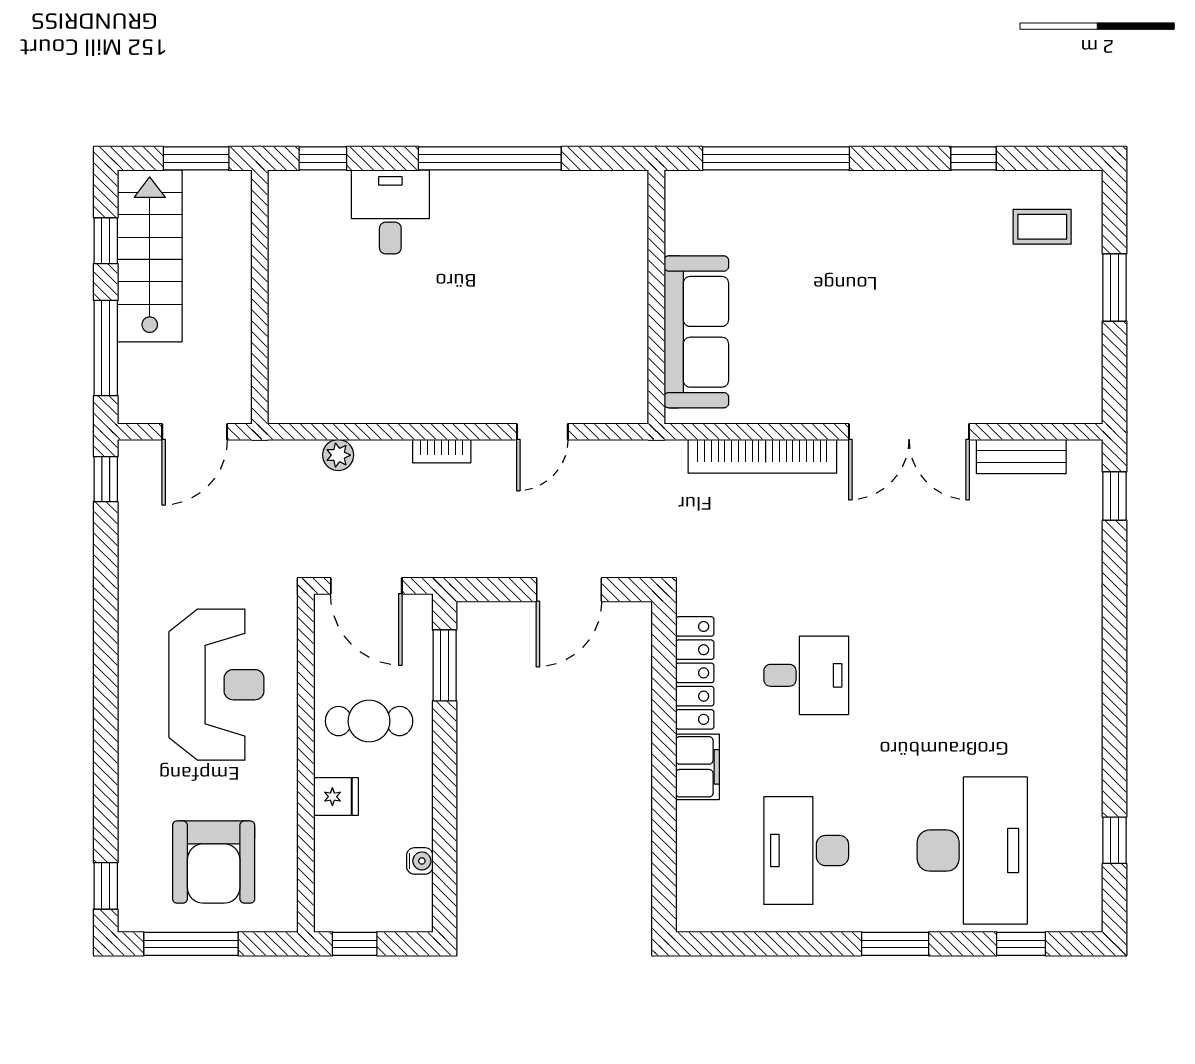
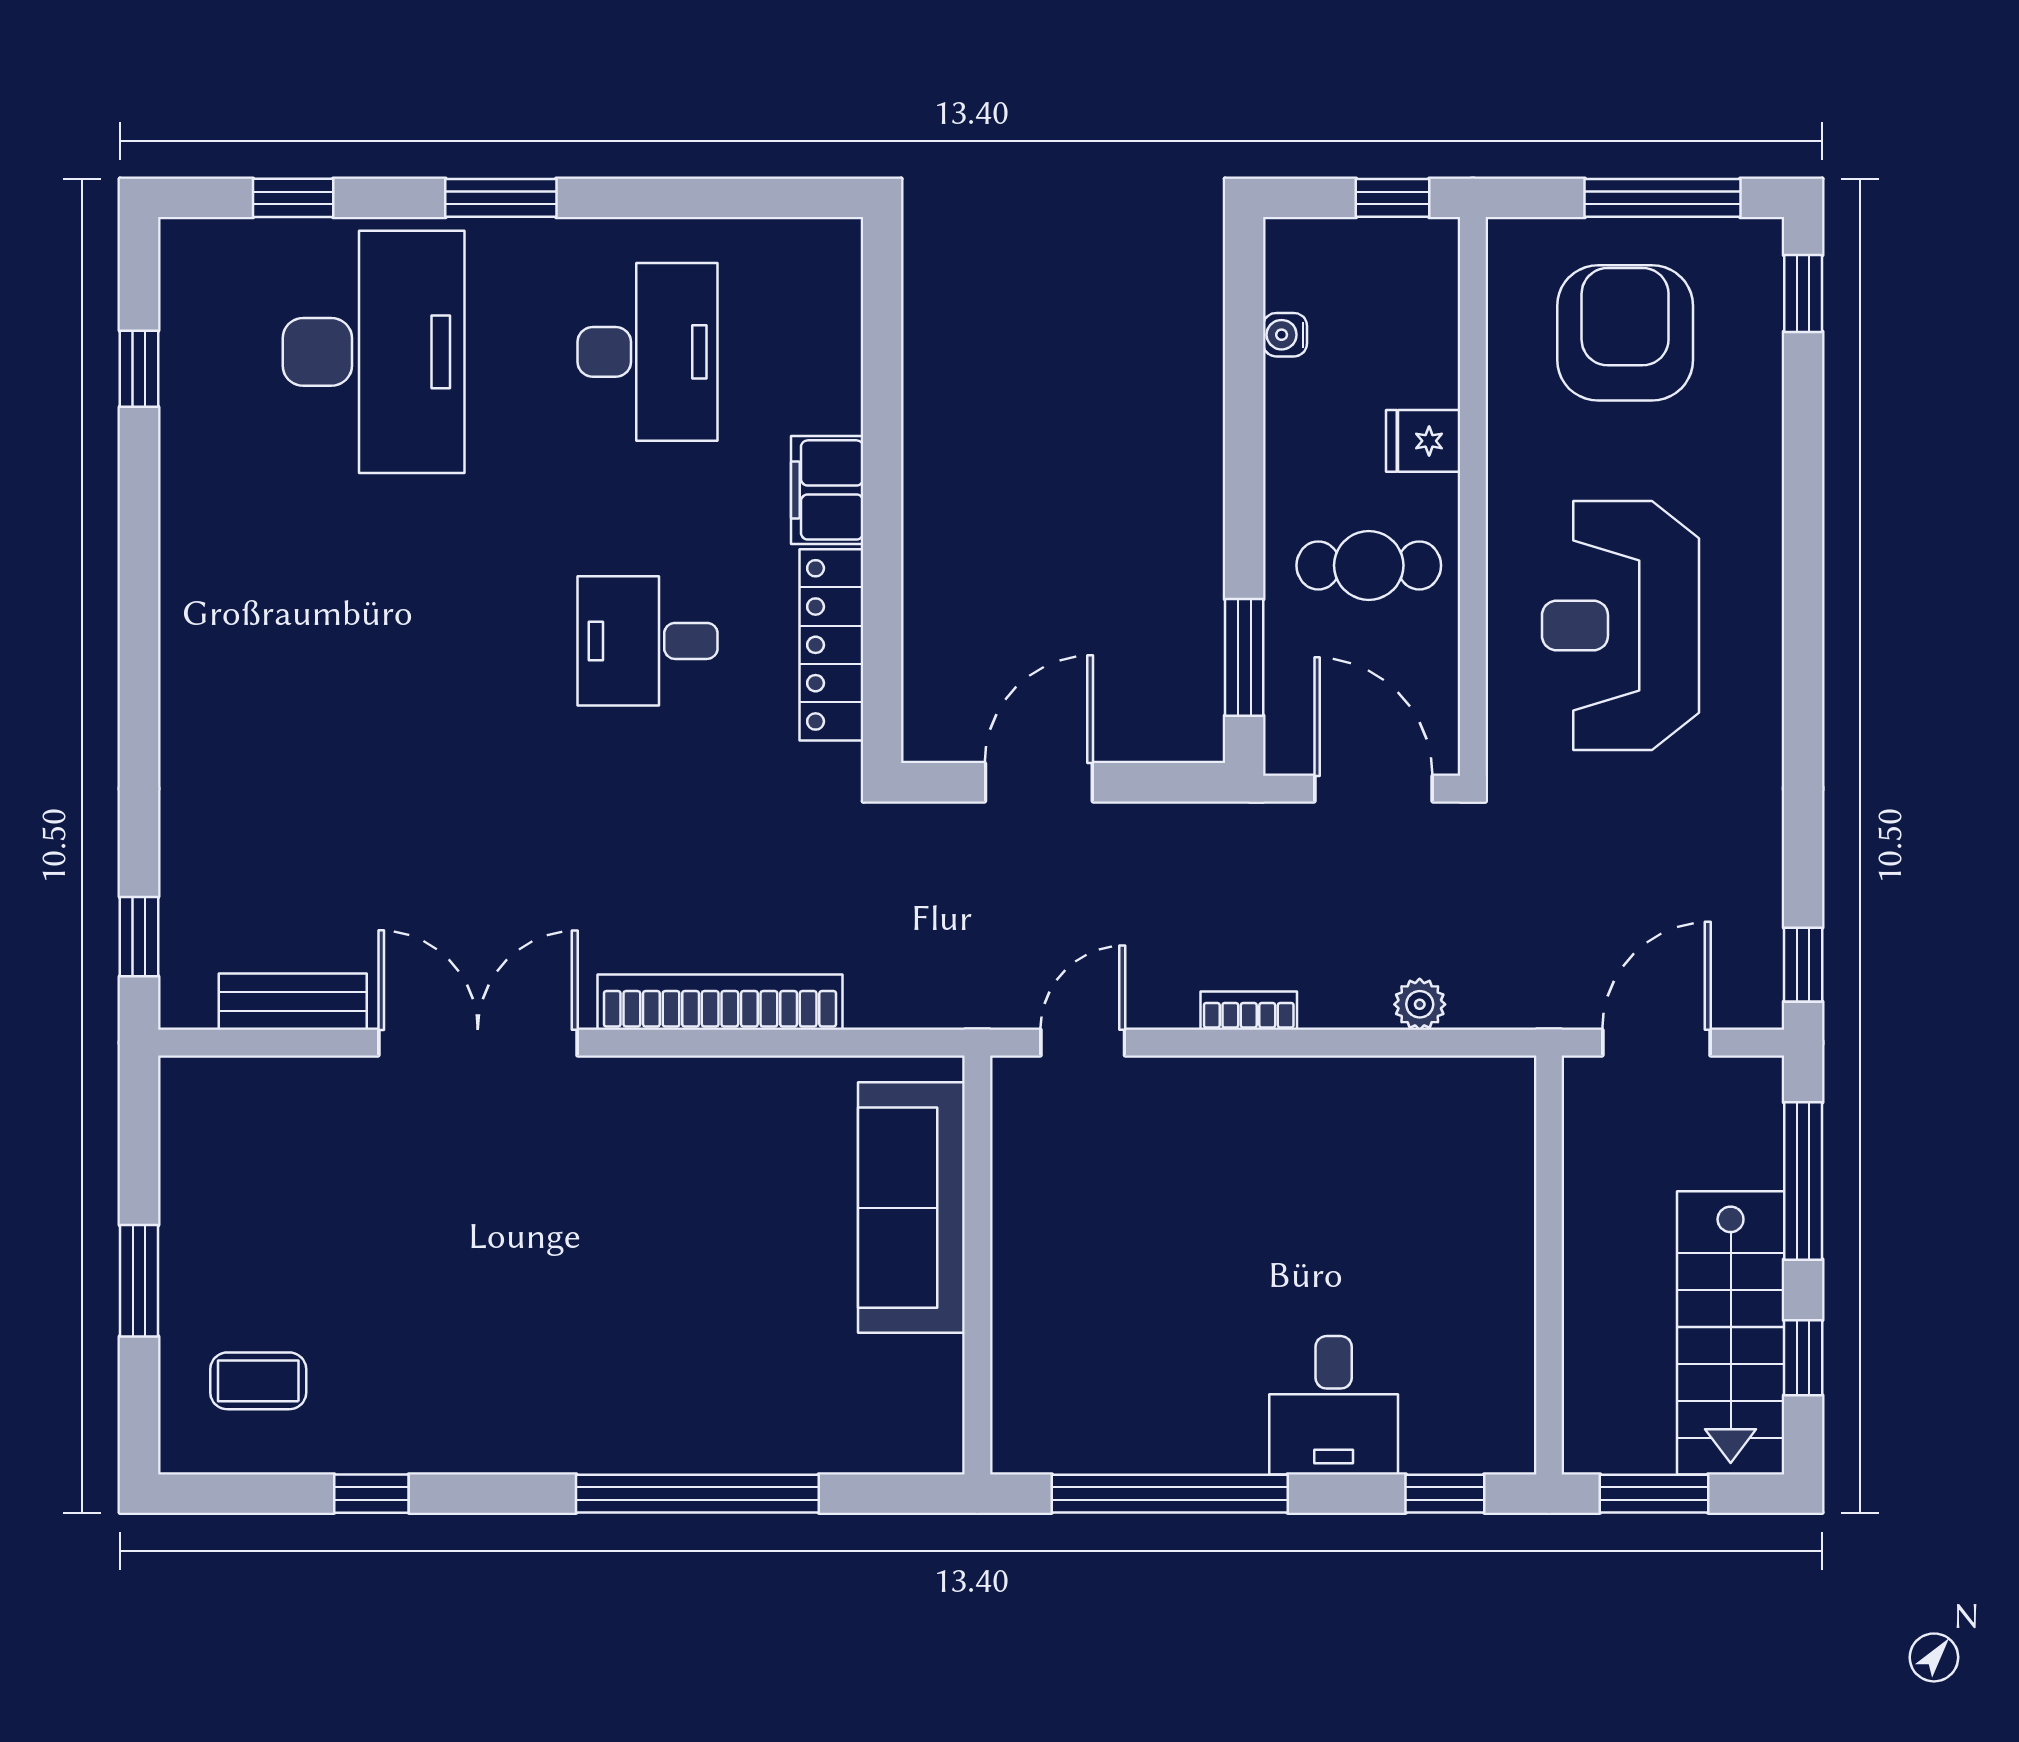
wall: (656, 297) -> (977, 1265), moved
sofa: (696, 332) -> (911, 1208), moved
desk: (972, 851) -> (374, 352), turned 180

